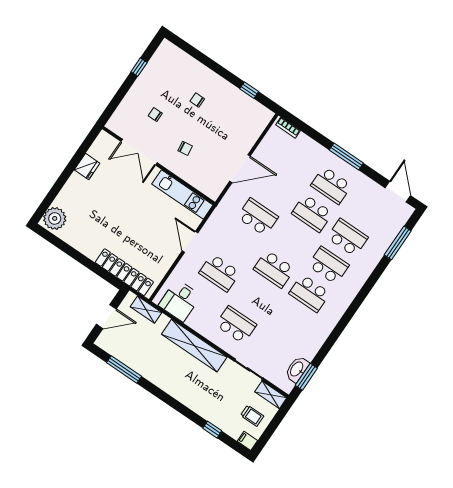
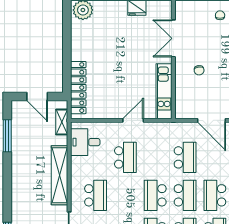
chair: (155, 115) -> (220, 15), moved
school desk: (293, 241) -> (185, 195), added
school desk: (220, 273) -> (125, 157), turned 180

